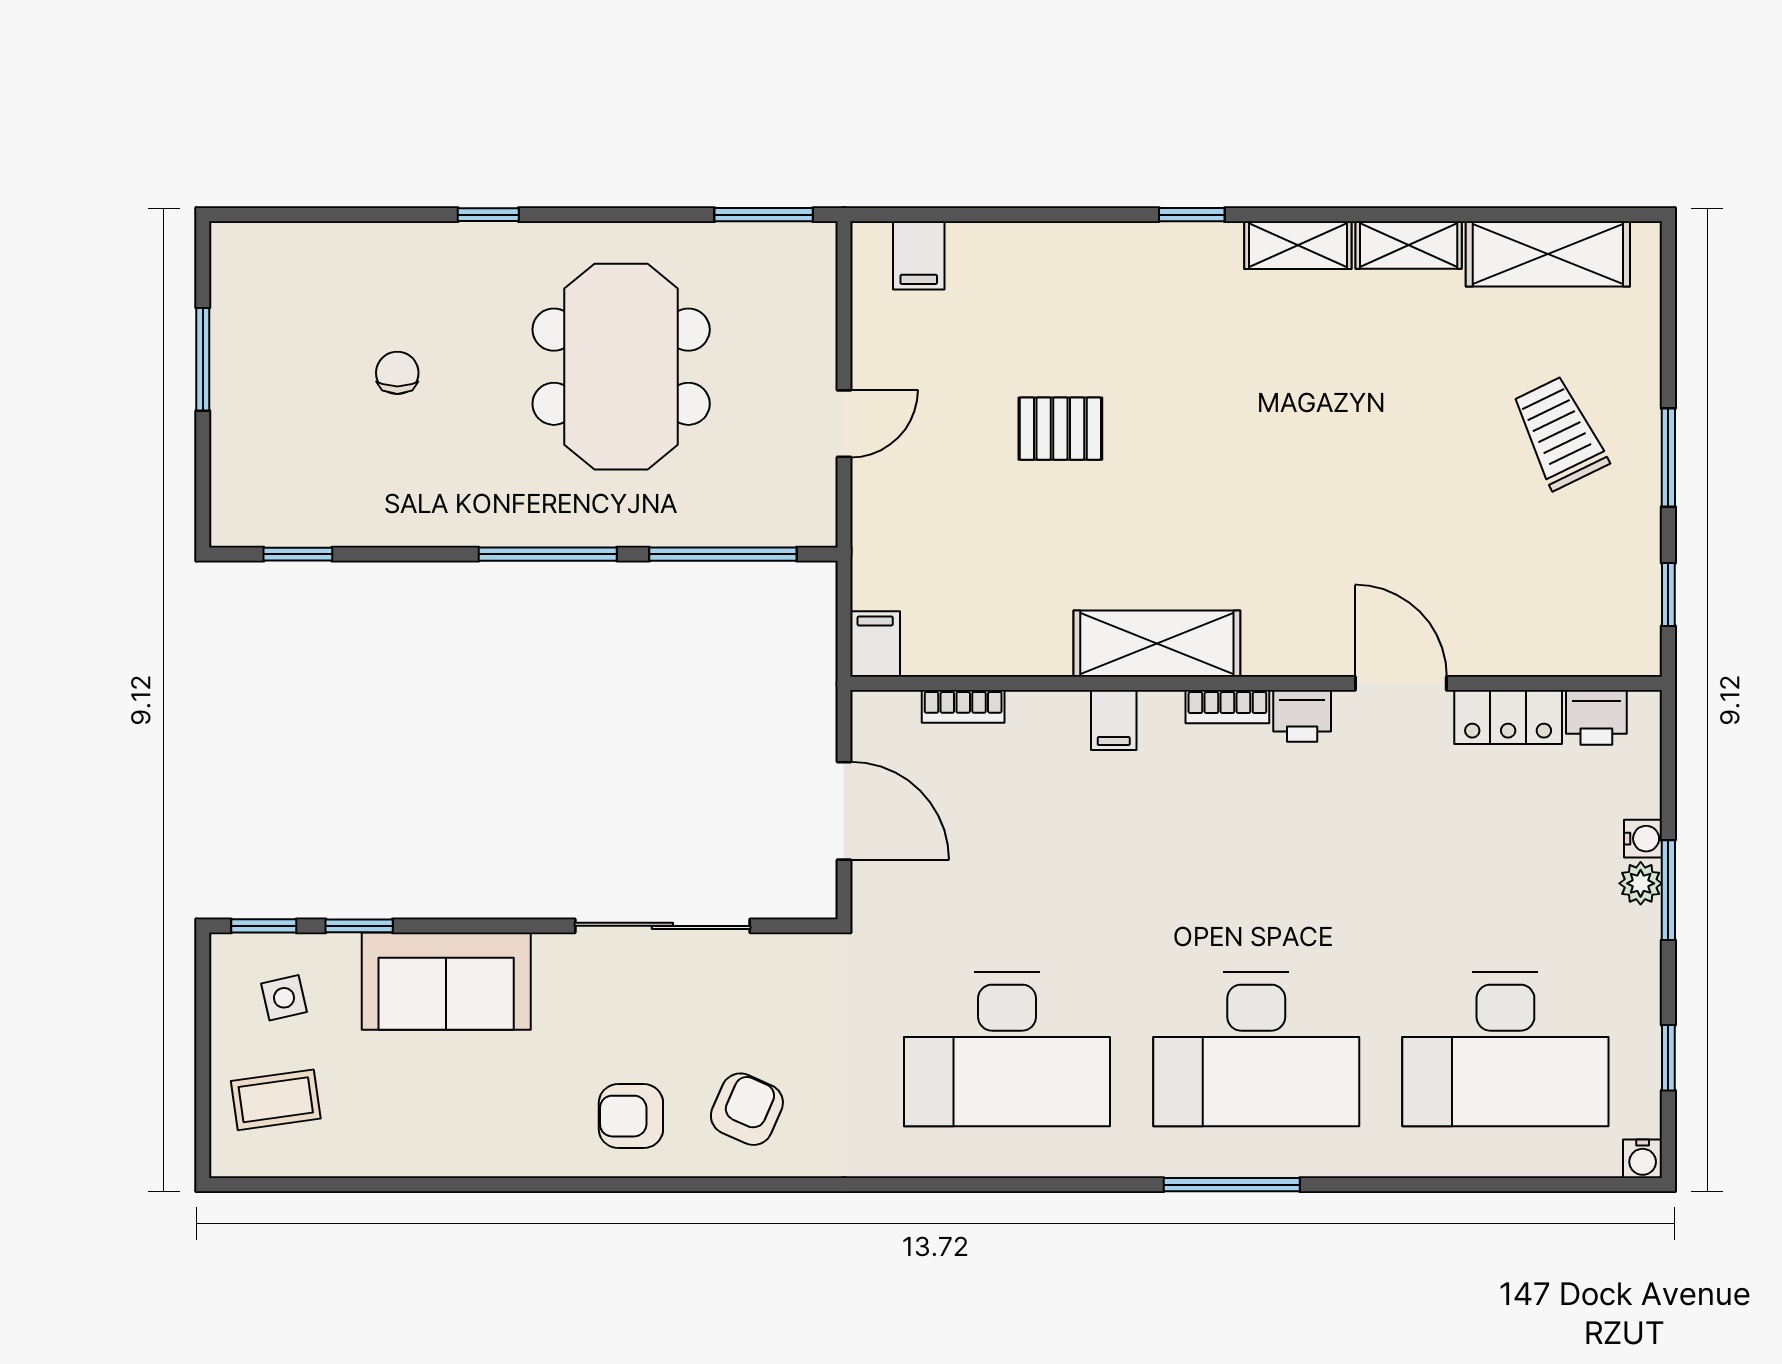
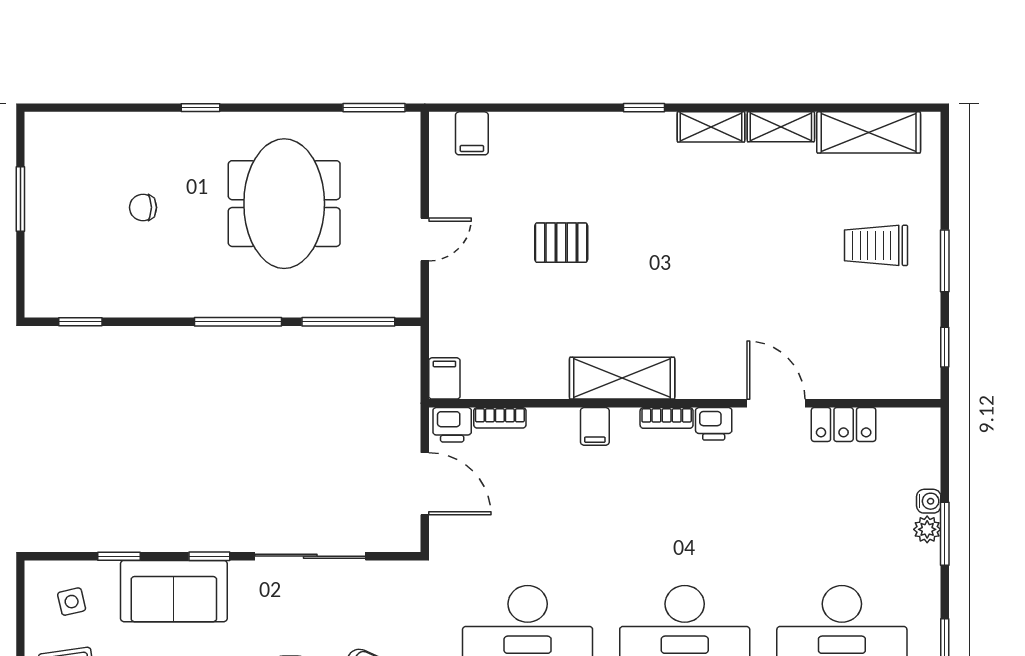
chair: (397, 373) -> (143, 207), turned -90
trolley: (1560, 433) -> (876, 245), turned -64
printer: (1596, 717) -> (452, 425), moved
window: (264, 926) -> (209, 556), moved

